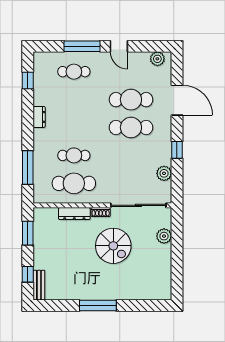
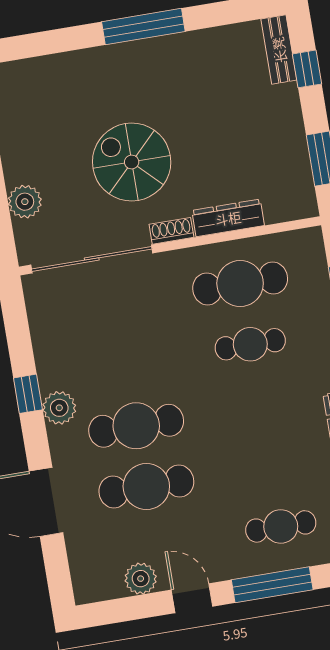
plant: (157, 59) -> (141, 579), moved
plant: (164, 173) -> (59, 408), moved

